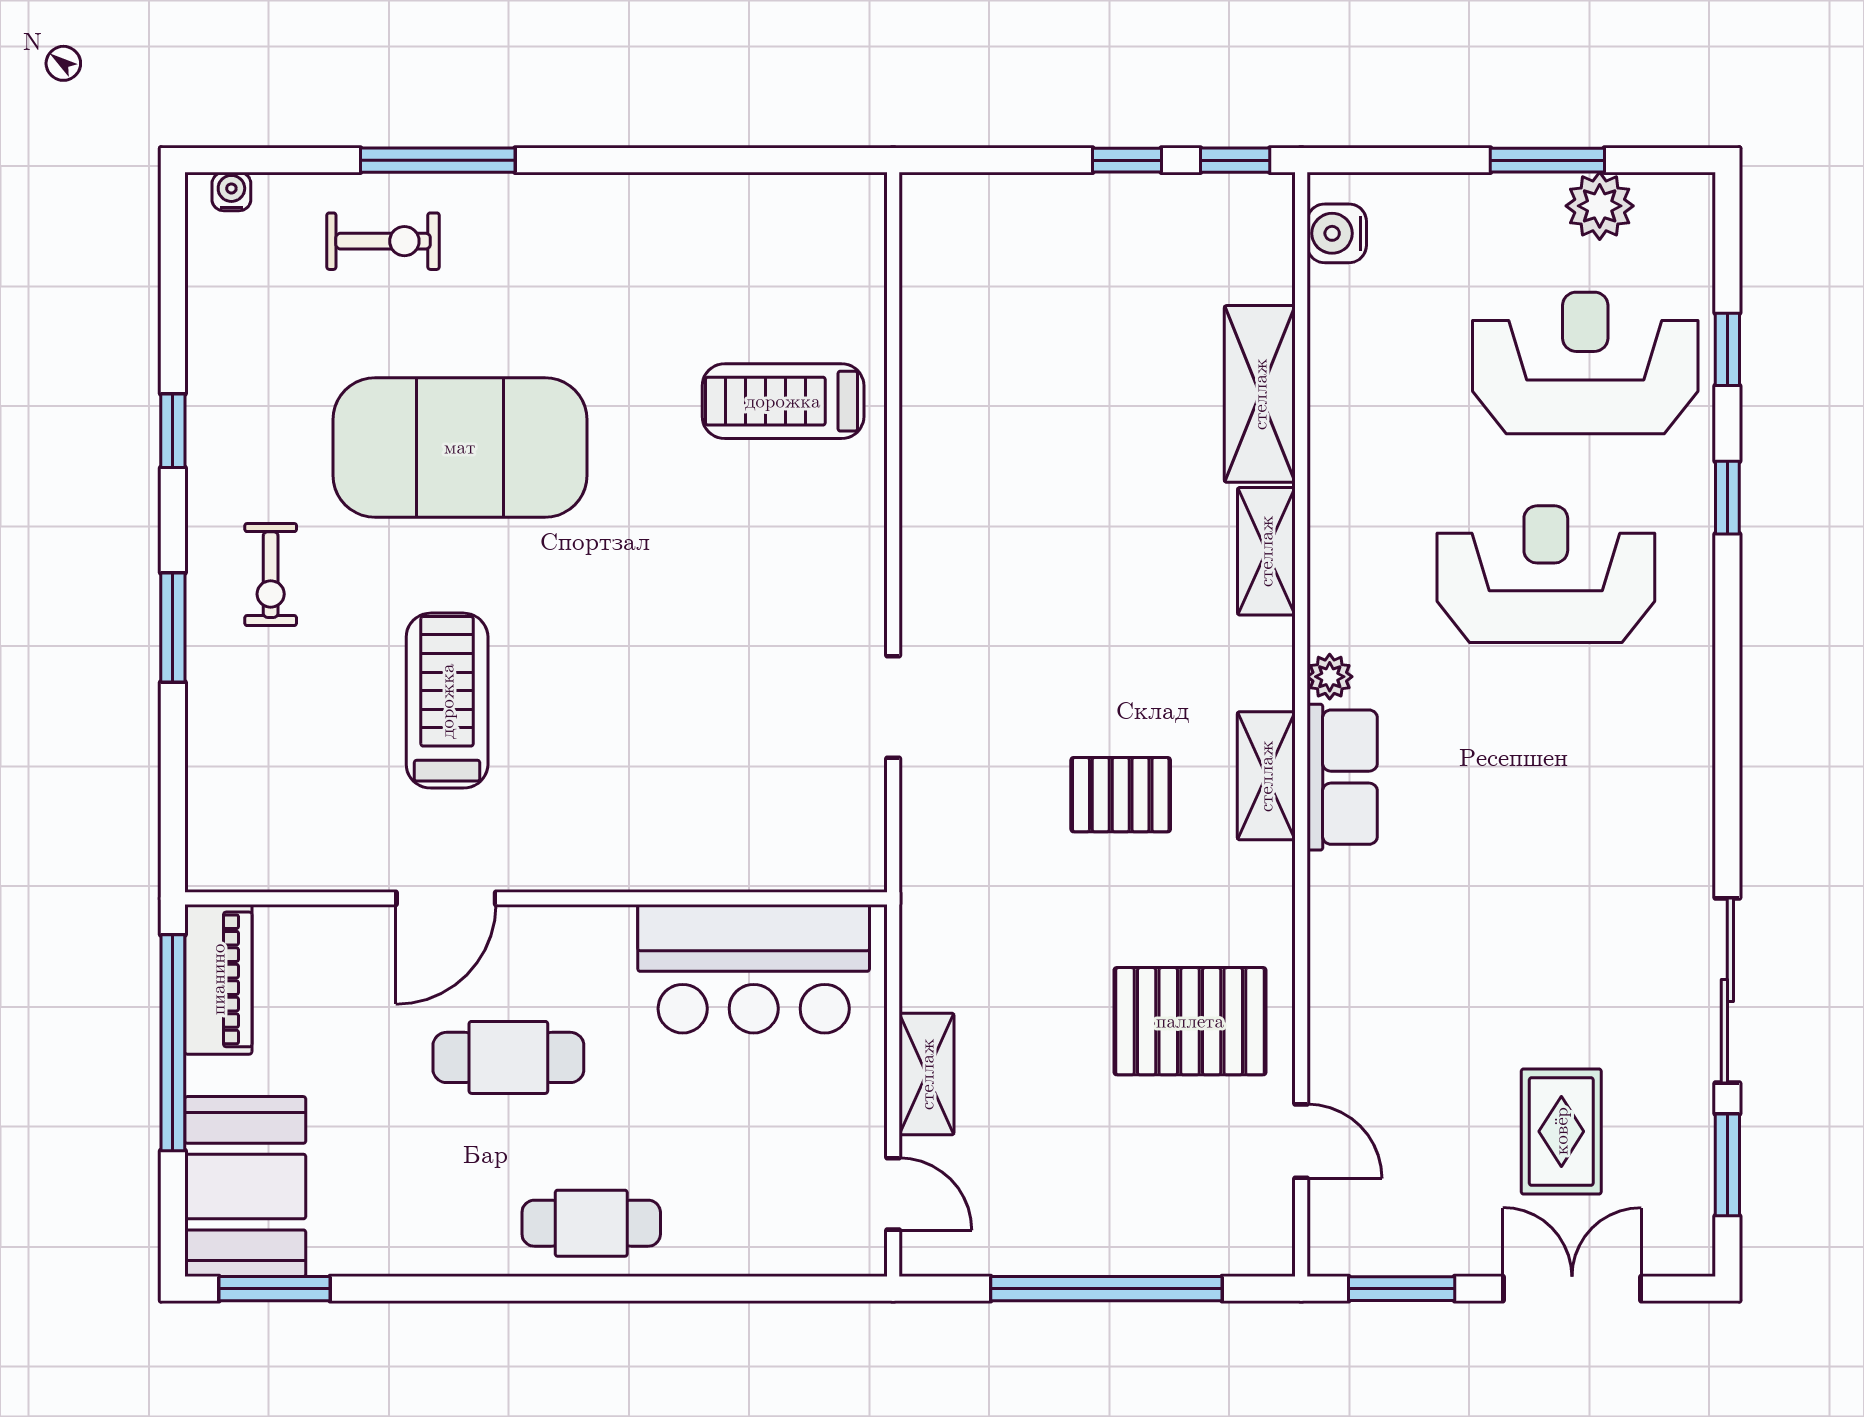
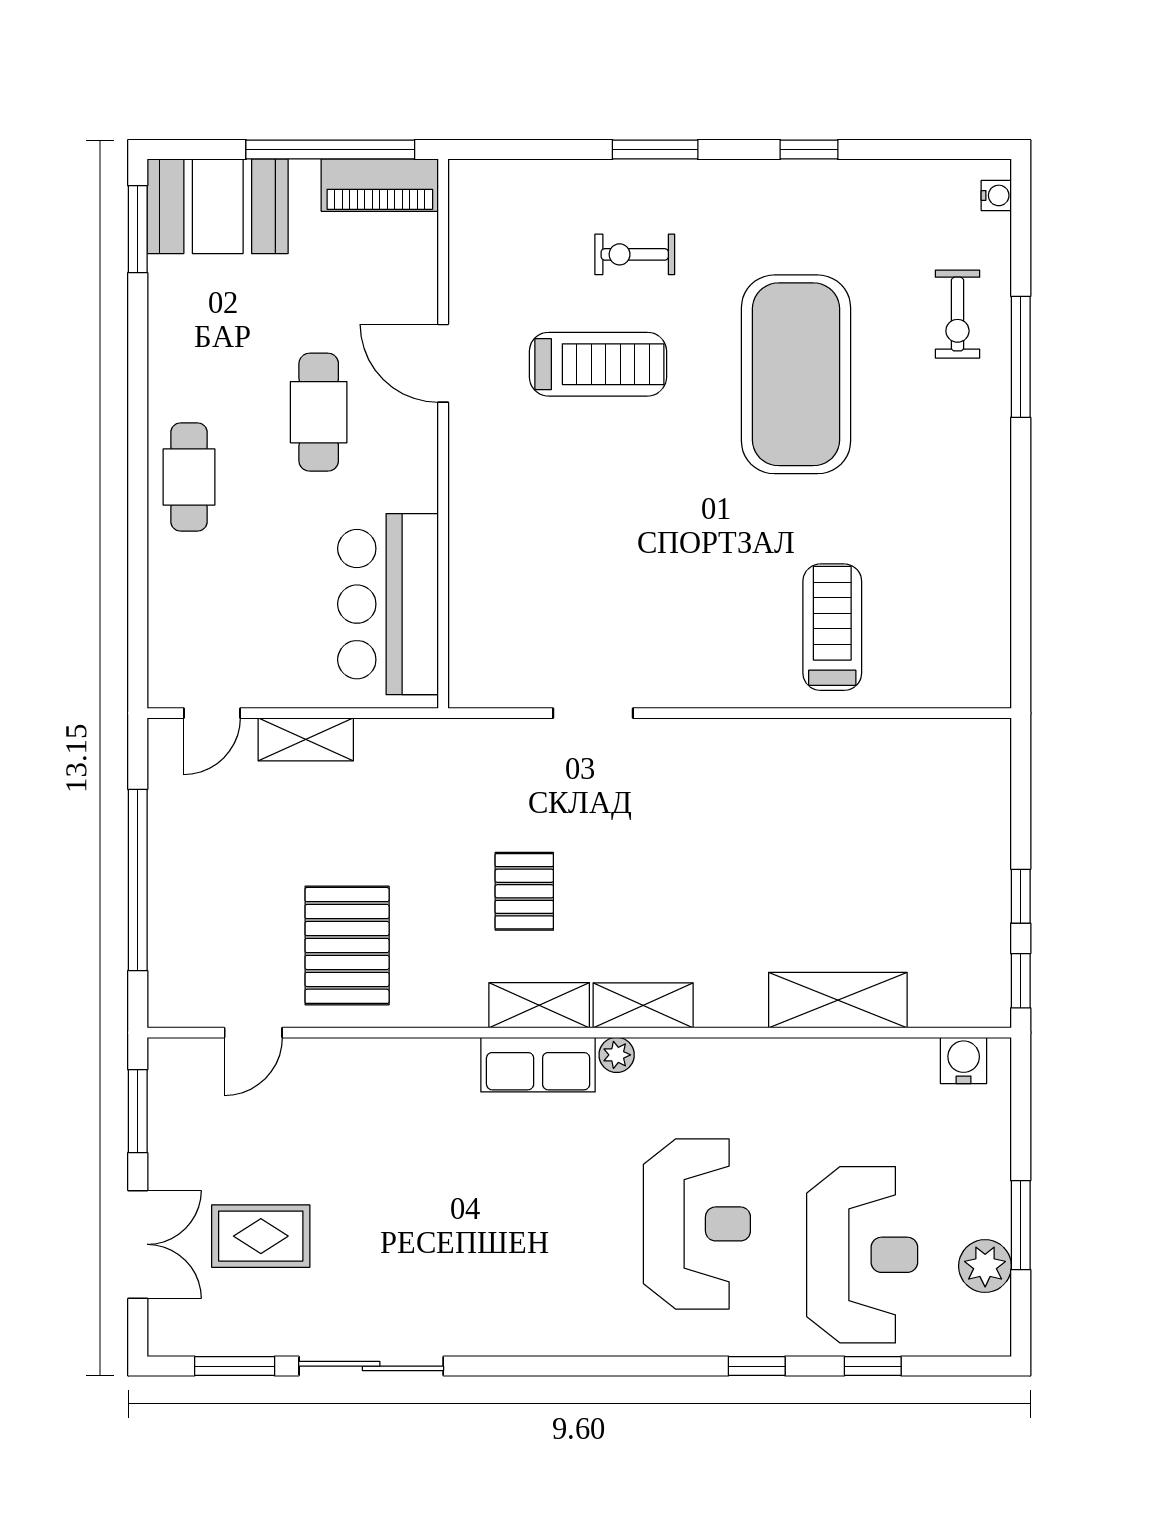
shelving: (1266, 551) -> (643, 1005), moved
exercise bike: (271, 575) -> (635, 254), moved

